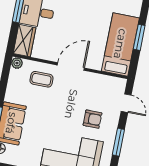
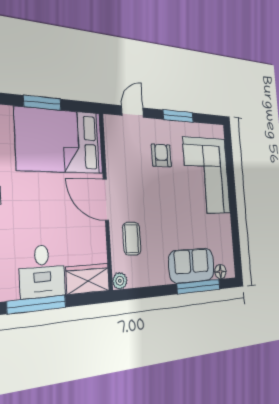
bed: (120, 44) -> (60, 141), width x1.50

